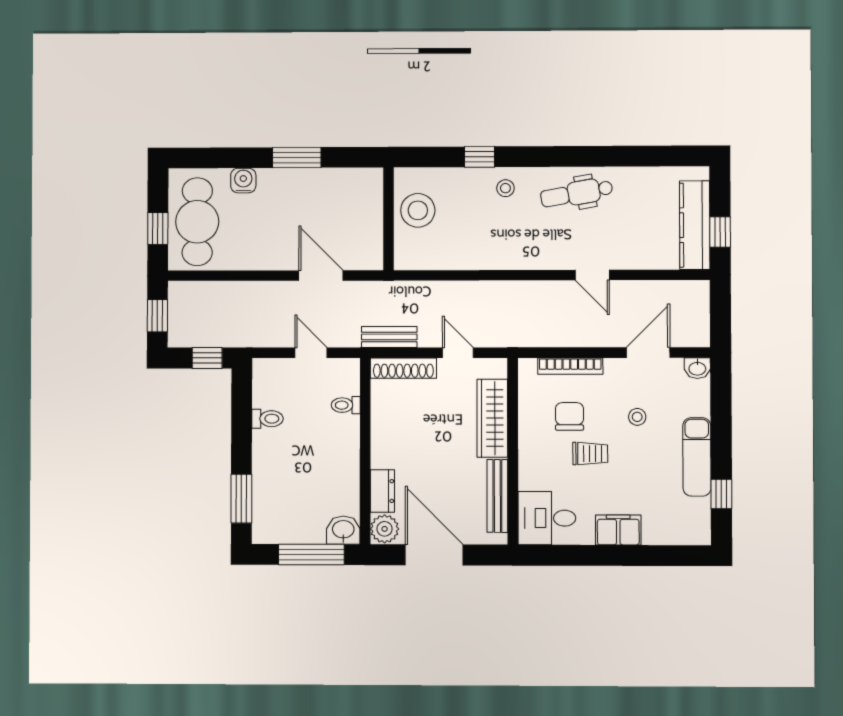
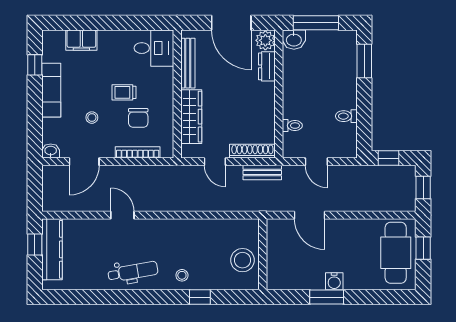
water cooler: (243, 181) -> (334, 281), moved
filing cabinet: (618, 530) -> (81, 40), moved

